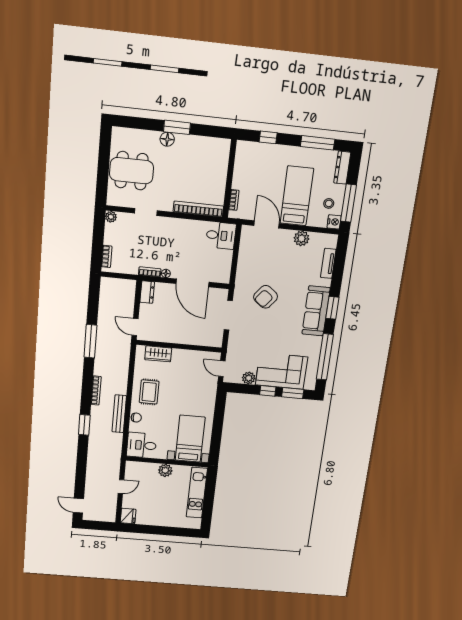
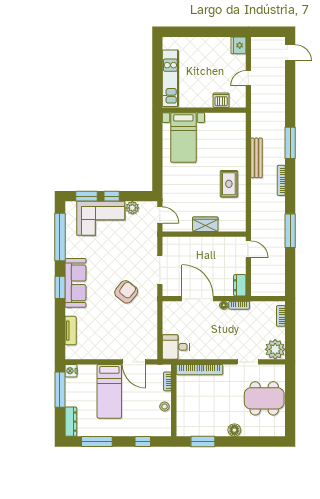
window: (177, 127) -> (203, 441), moved
stool: (329, 203) -> (165, 406), moved
plant: (111, 217) -> (275, 349), width x1.87, depth x1.87
plant: (302, 238) -> (99, 352), removed
wardrobe: (158, 354) -> (205, 224), moved
chair: (136, 418) -> (239, 155), removed
window: (84, 425) -> (290, 143), width x1.44
desk: (142, 445) -> (231, 126), removed
dishwasher: (150, 469) -> (221, 100), added
plant: (165, 470) -> (205, 100), removed

